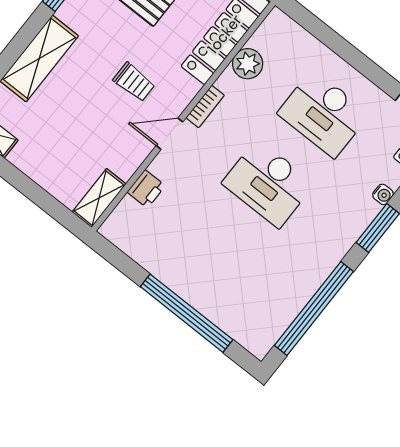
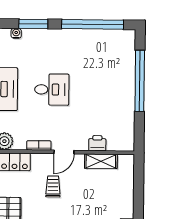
door: (169, 134) -> (64, 152), hinge flipped
desk: (268, 183) -> (52, 90), width x0.73
shelving: (99, 198) -> (101, 161), moved

